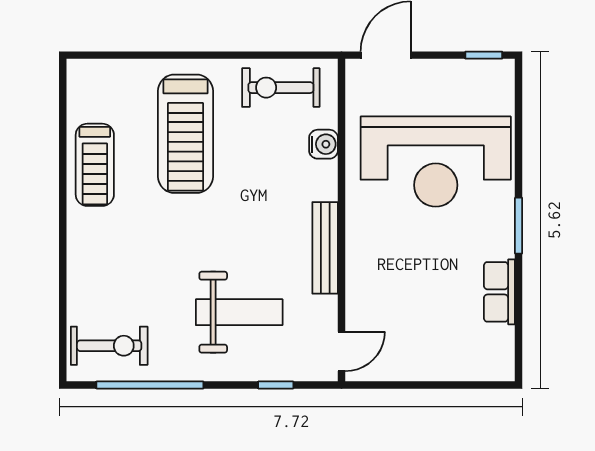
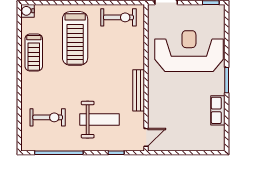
exercise bike: (281, 88) -> (118, 17), turned 180
water cooler: (324, 144) -> (27, 11), moved, turned 180
reception desk: (436, 162) -> (189, 51), turned 180
exercise bike: (109, 346) -> (48, 117), moved

